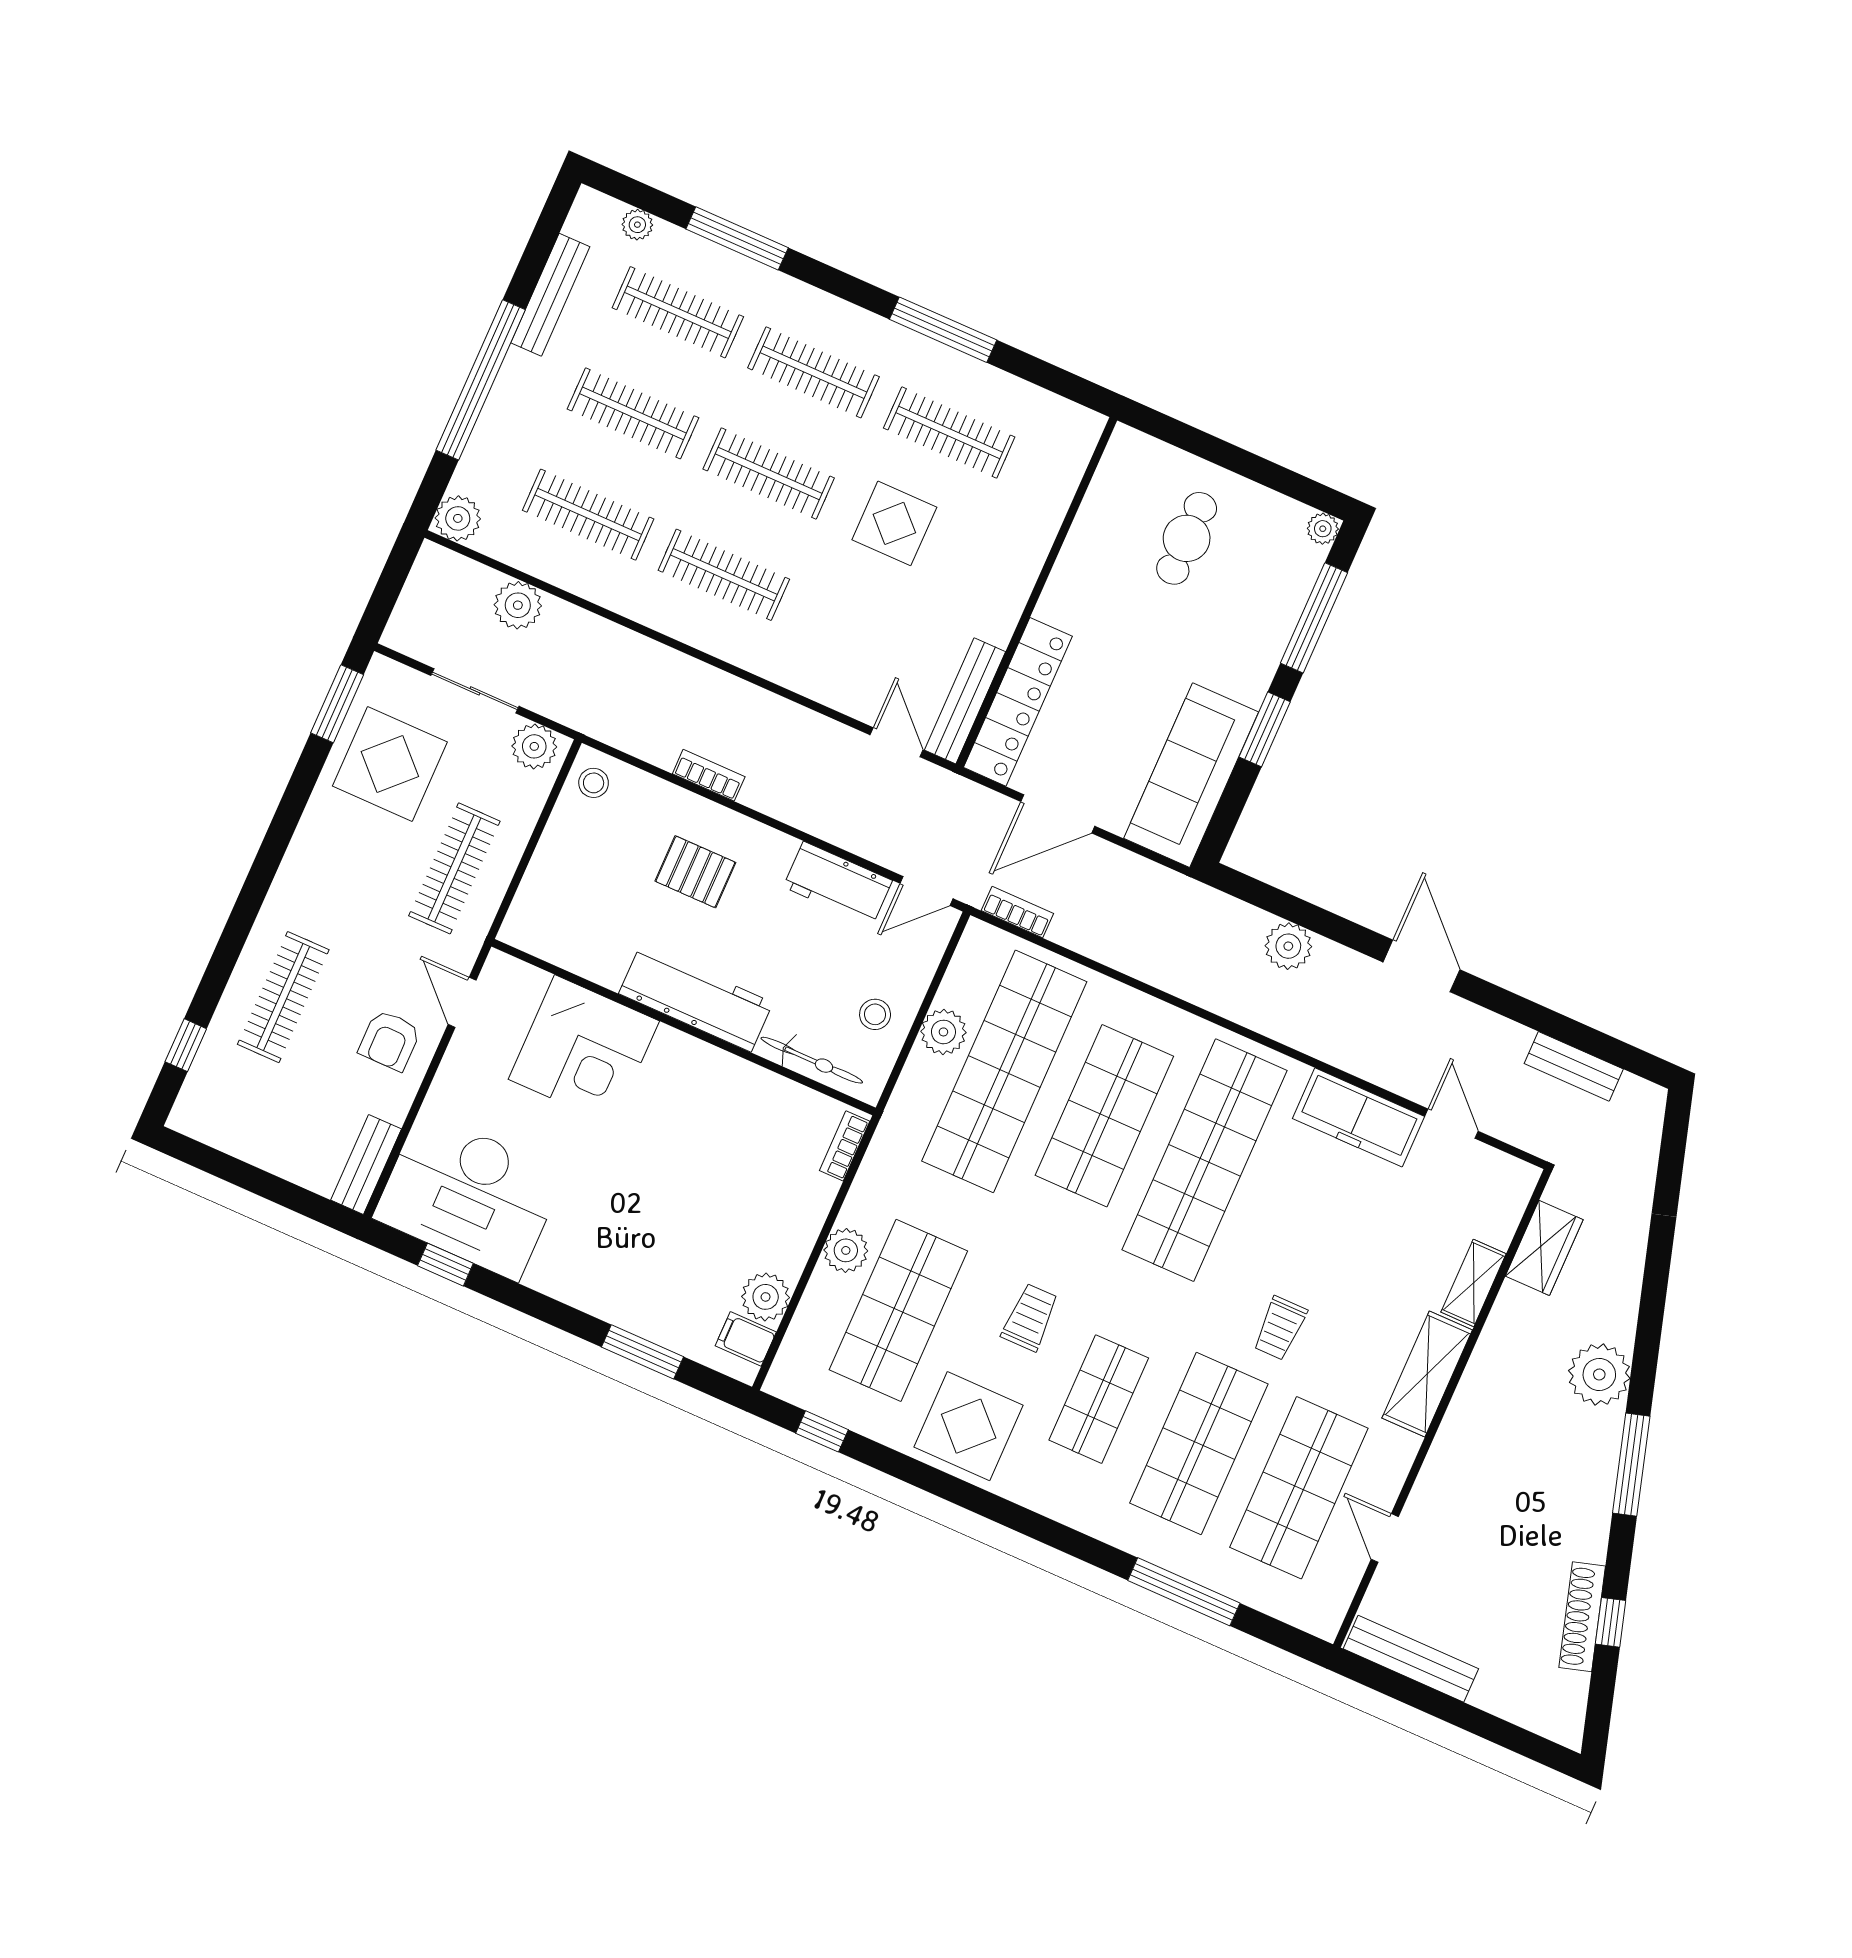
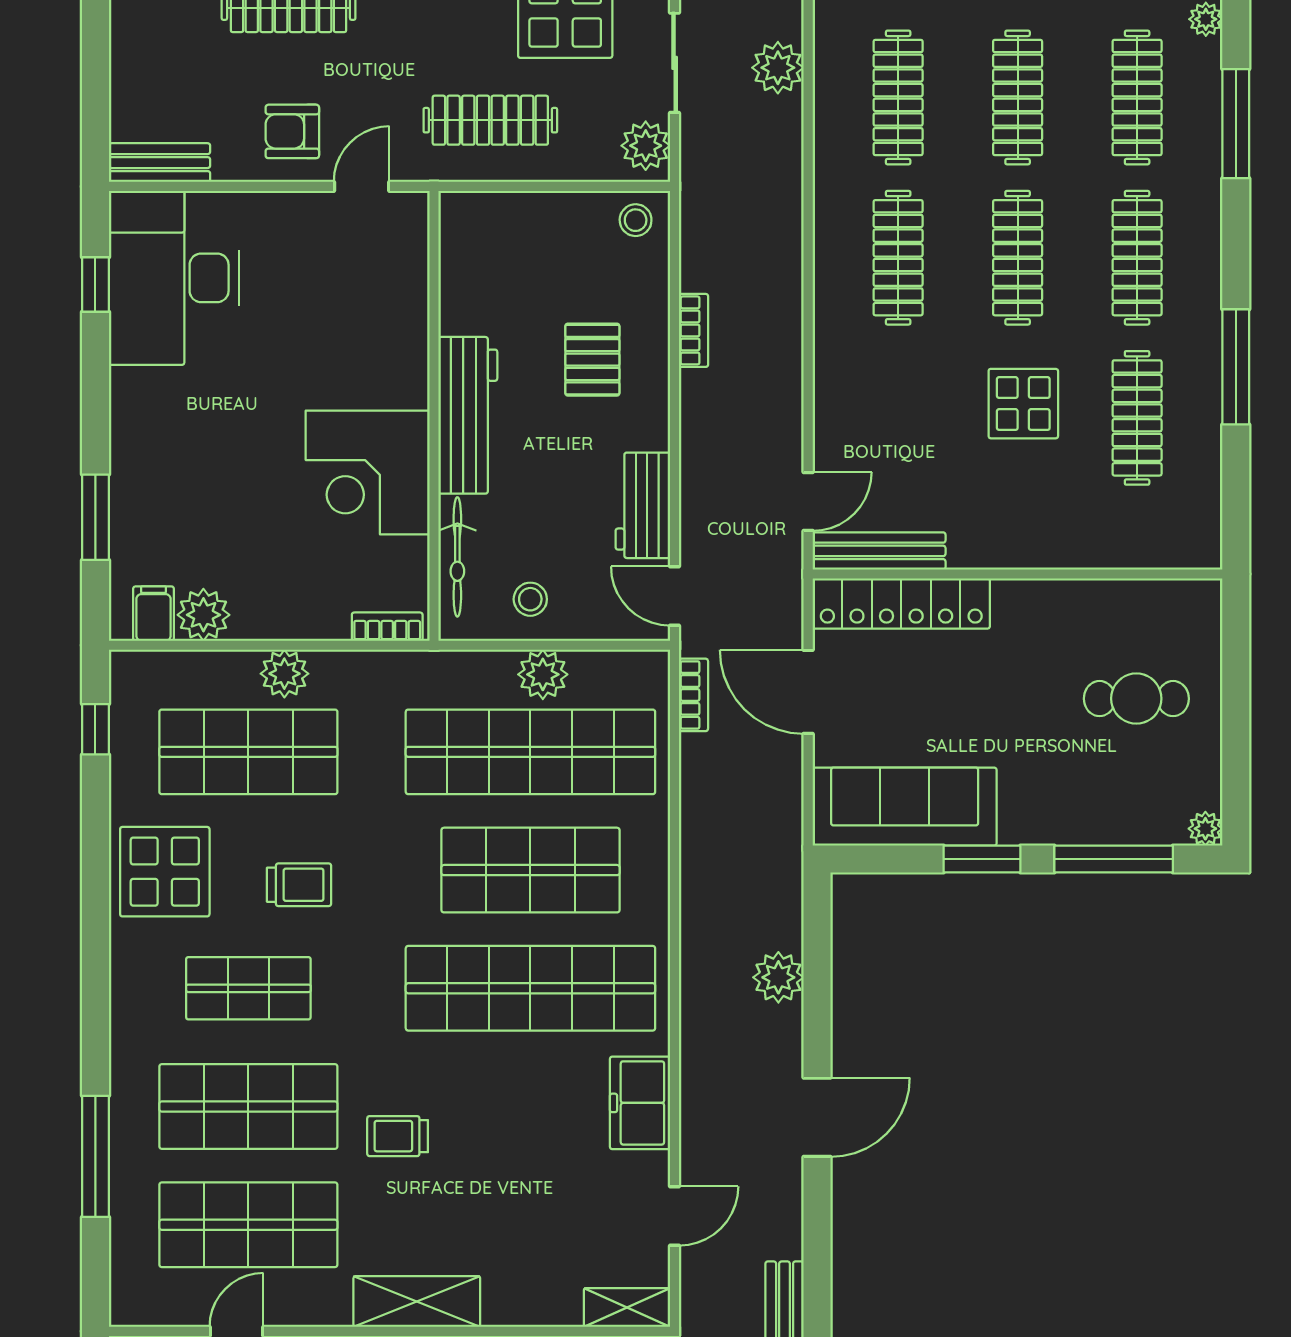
corner desk: (584, 1050) -> (368, 472), moved
freezer: (1358, 1117) -> (640, 1103), width x0.71
shelving: (1474, 1283) -> (627, 1307), moved

